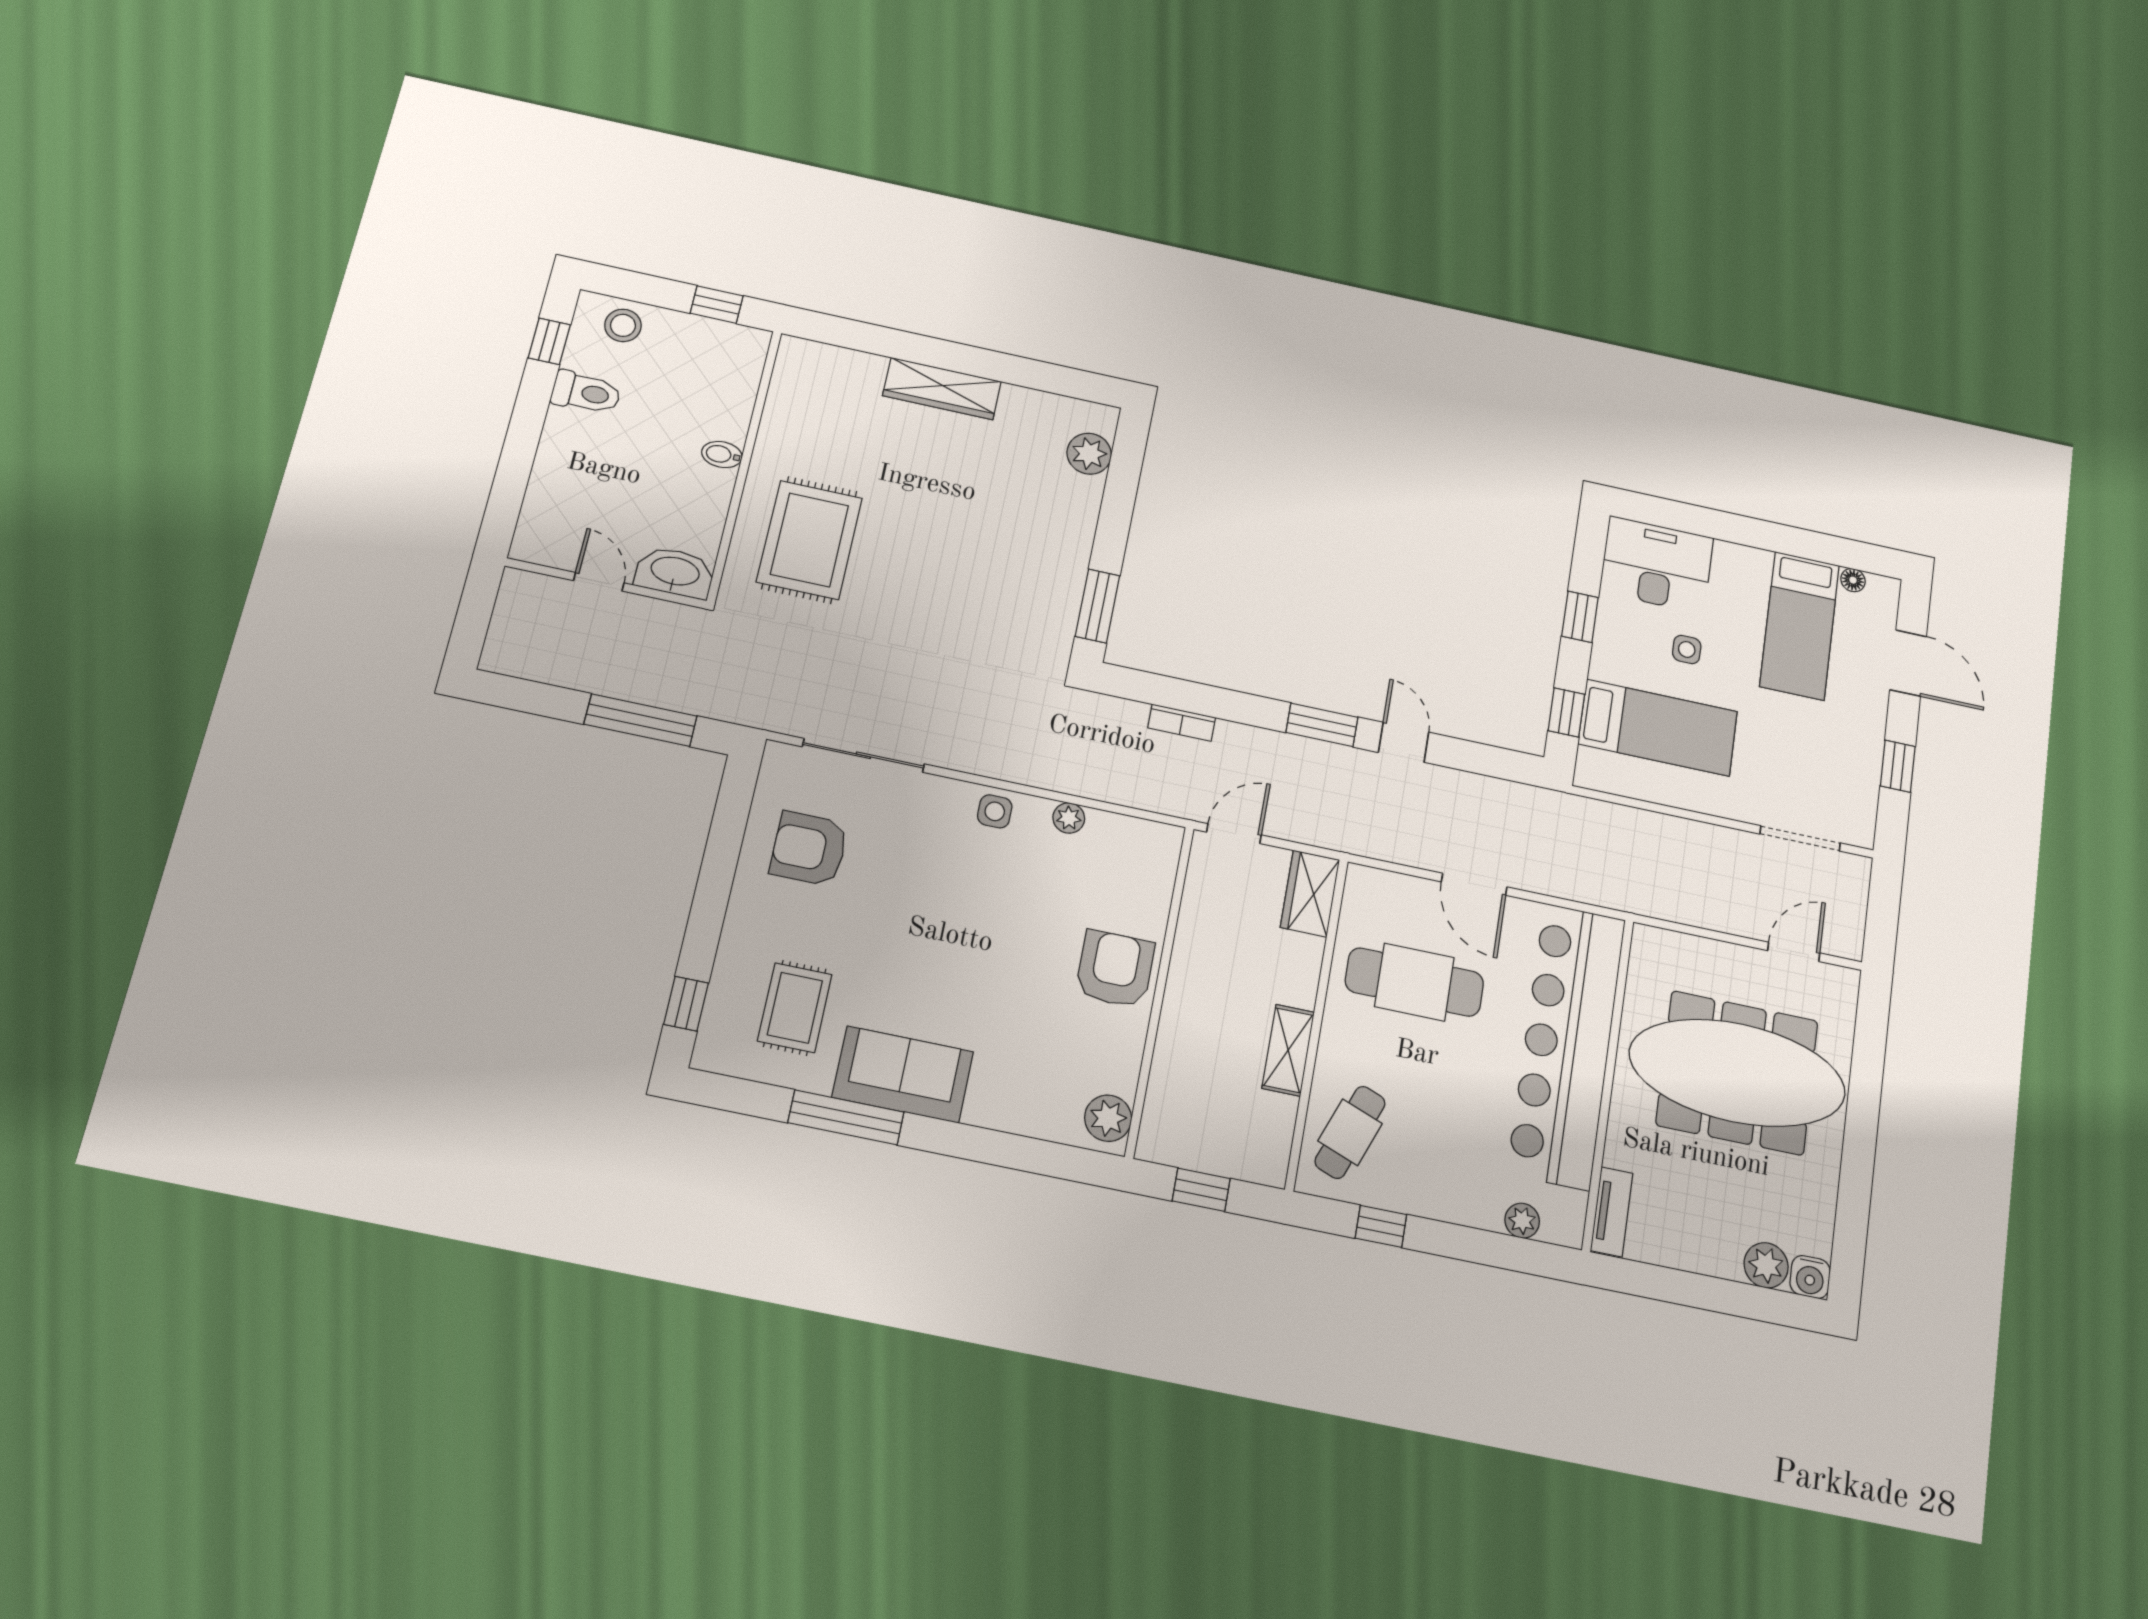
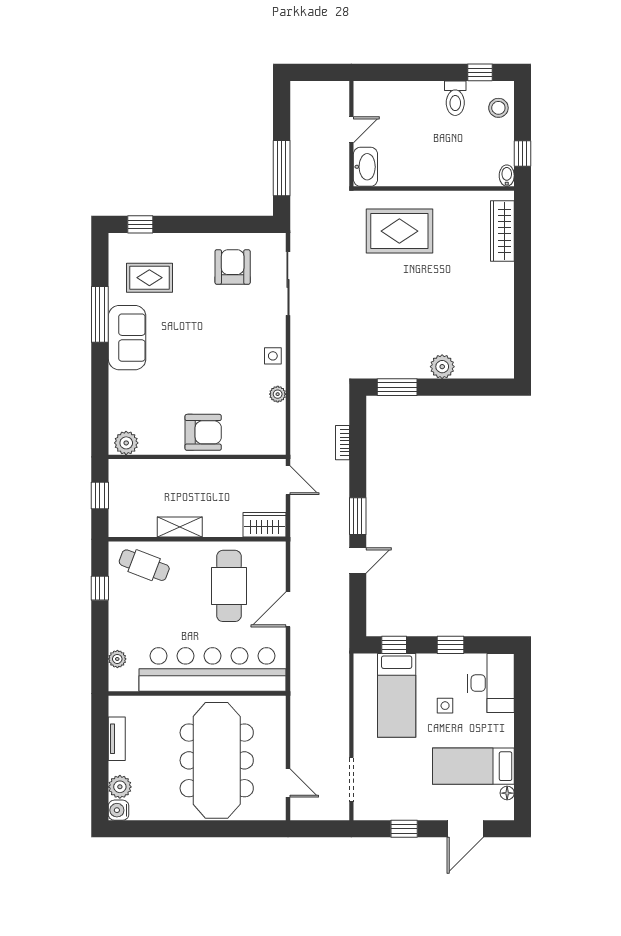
wardrobe: (942, 389) -> (502, 231), moved
bidet: (722, 454) -> (507, 176), moved
plant: (1089, 454) -> (442, 367), moved
tv unit: (1612, 1212) -> (117, 739), moved, turned -90

